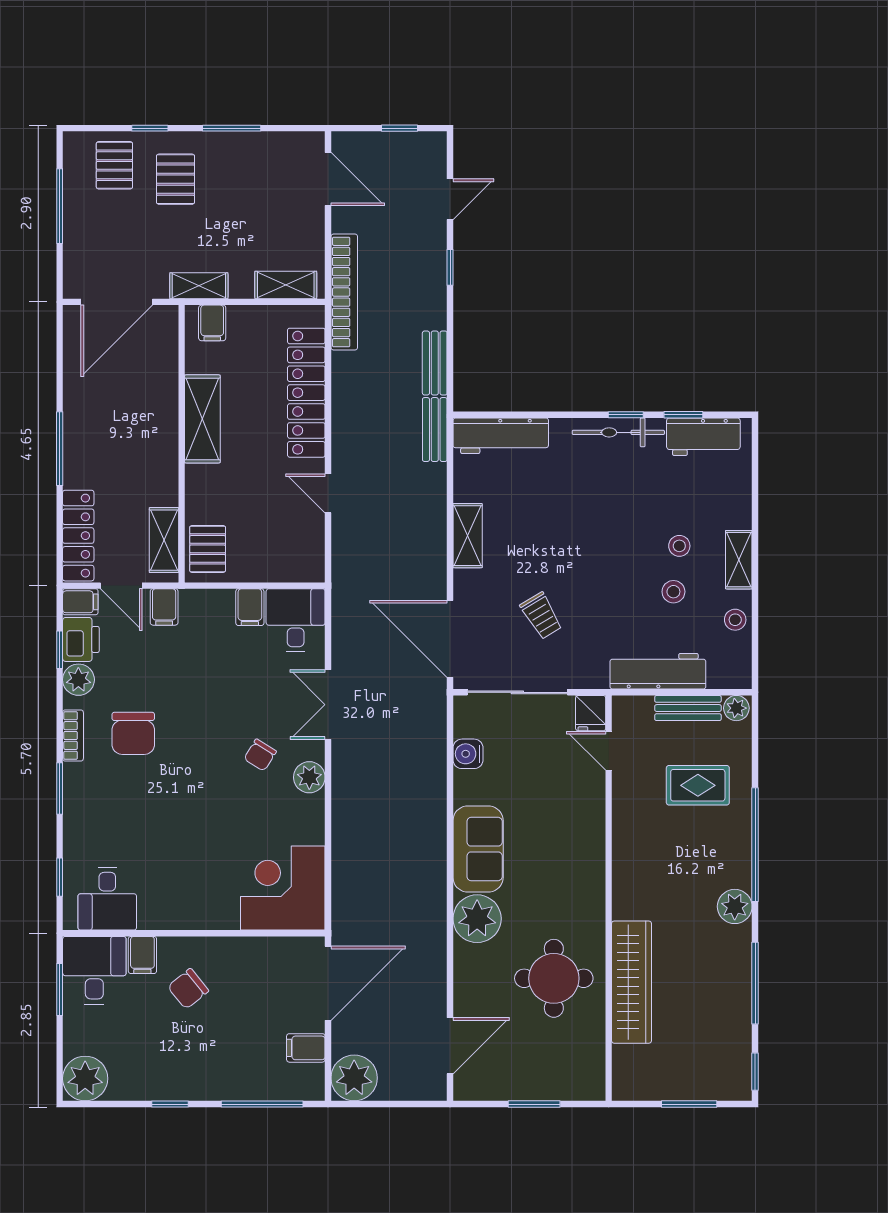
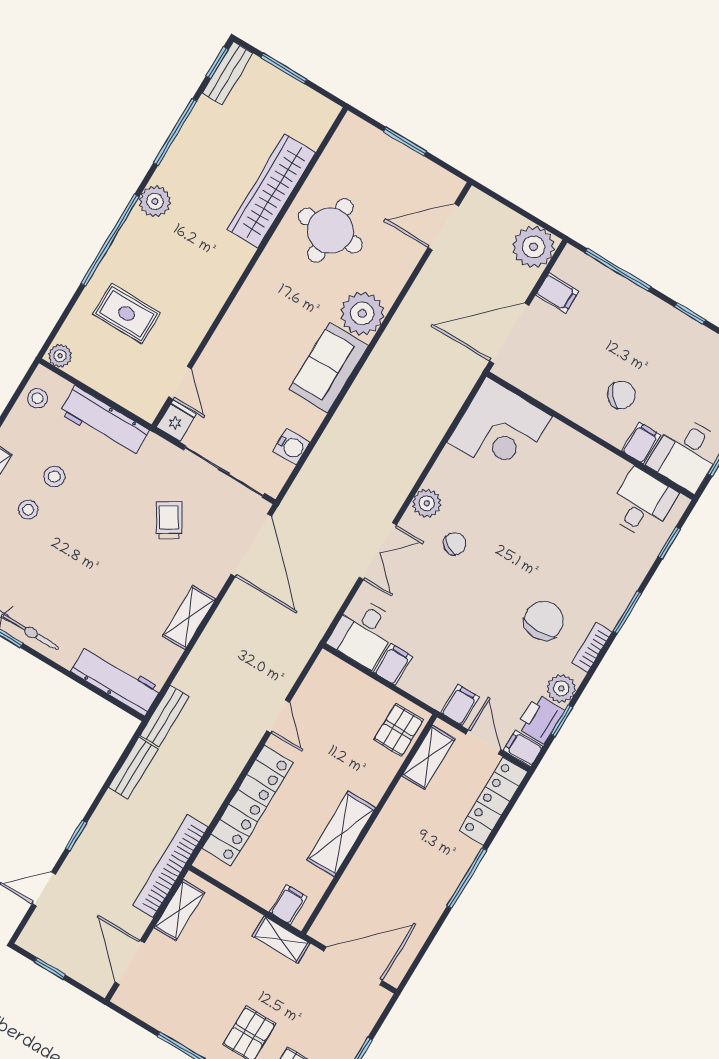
shelving: (286, 285) -> (179, 910), moved, turned 90
stool: (735, 620) -> (37, 398), moved
bench: (688, 708) -> (227, 73), moved, turned 90

